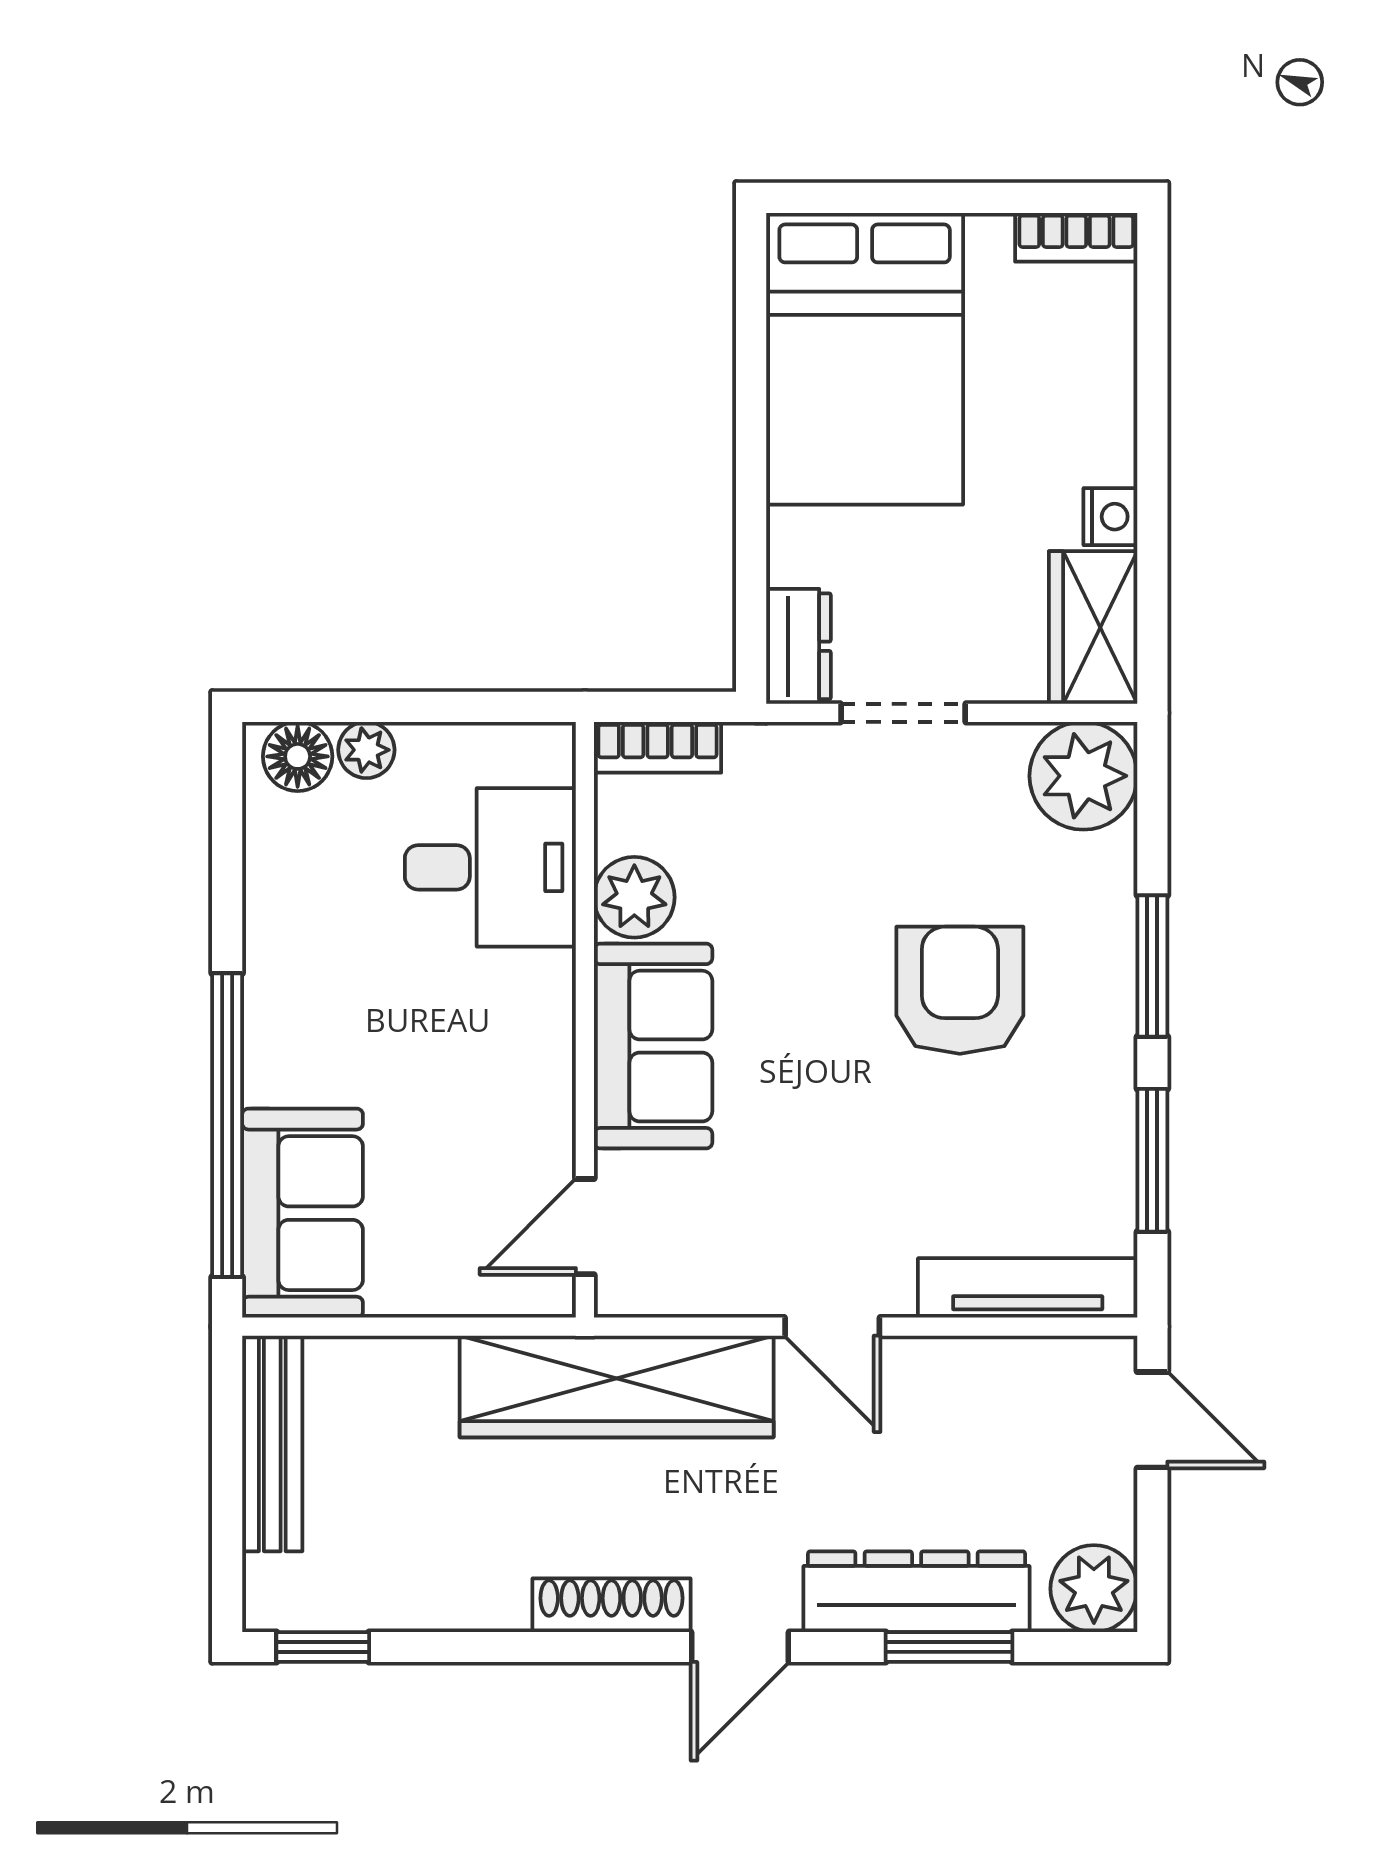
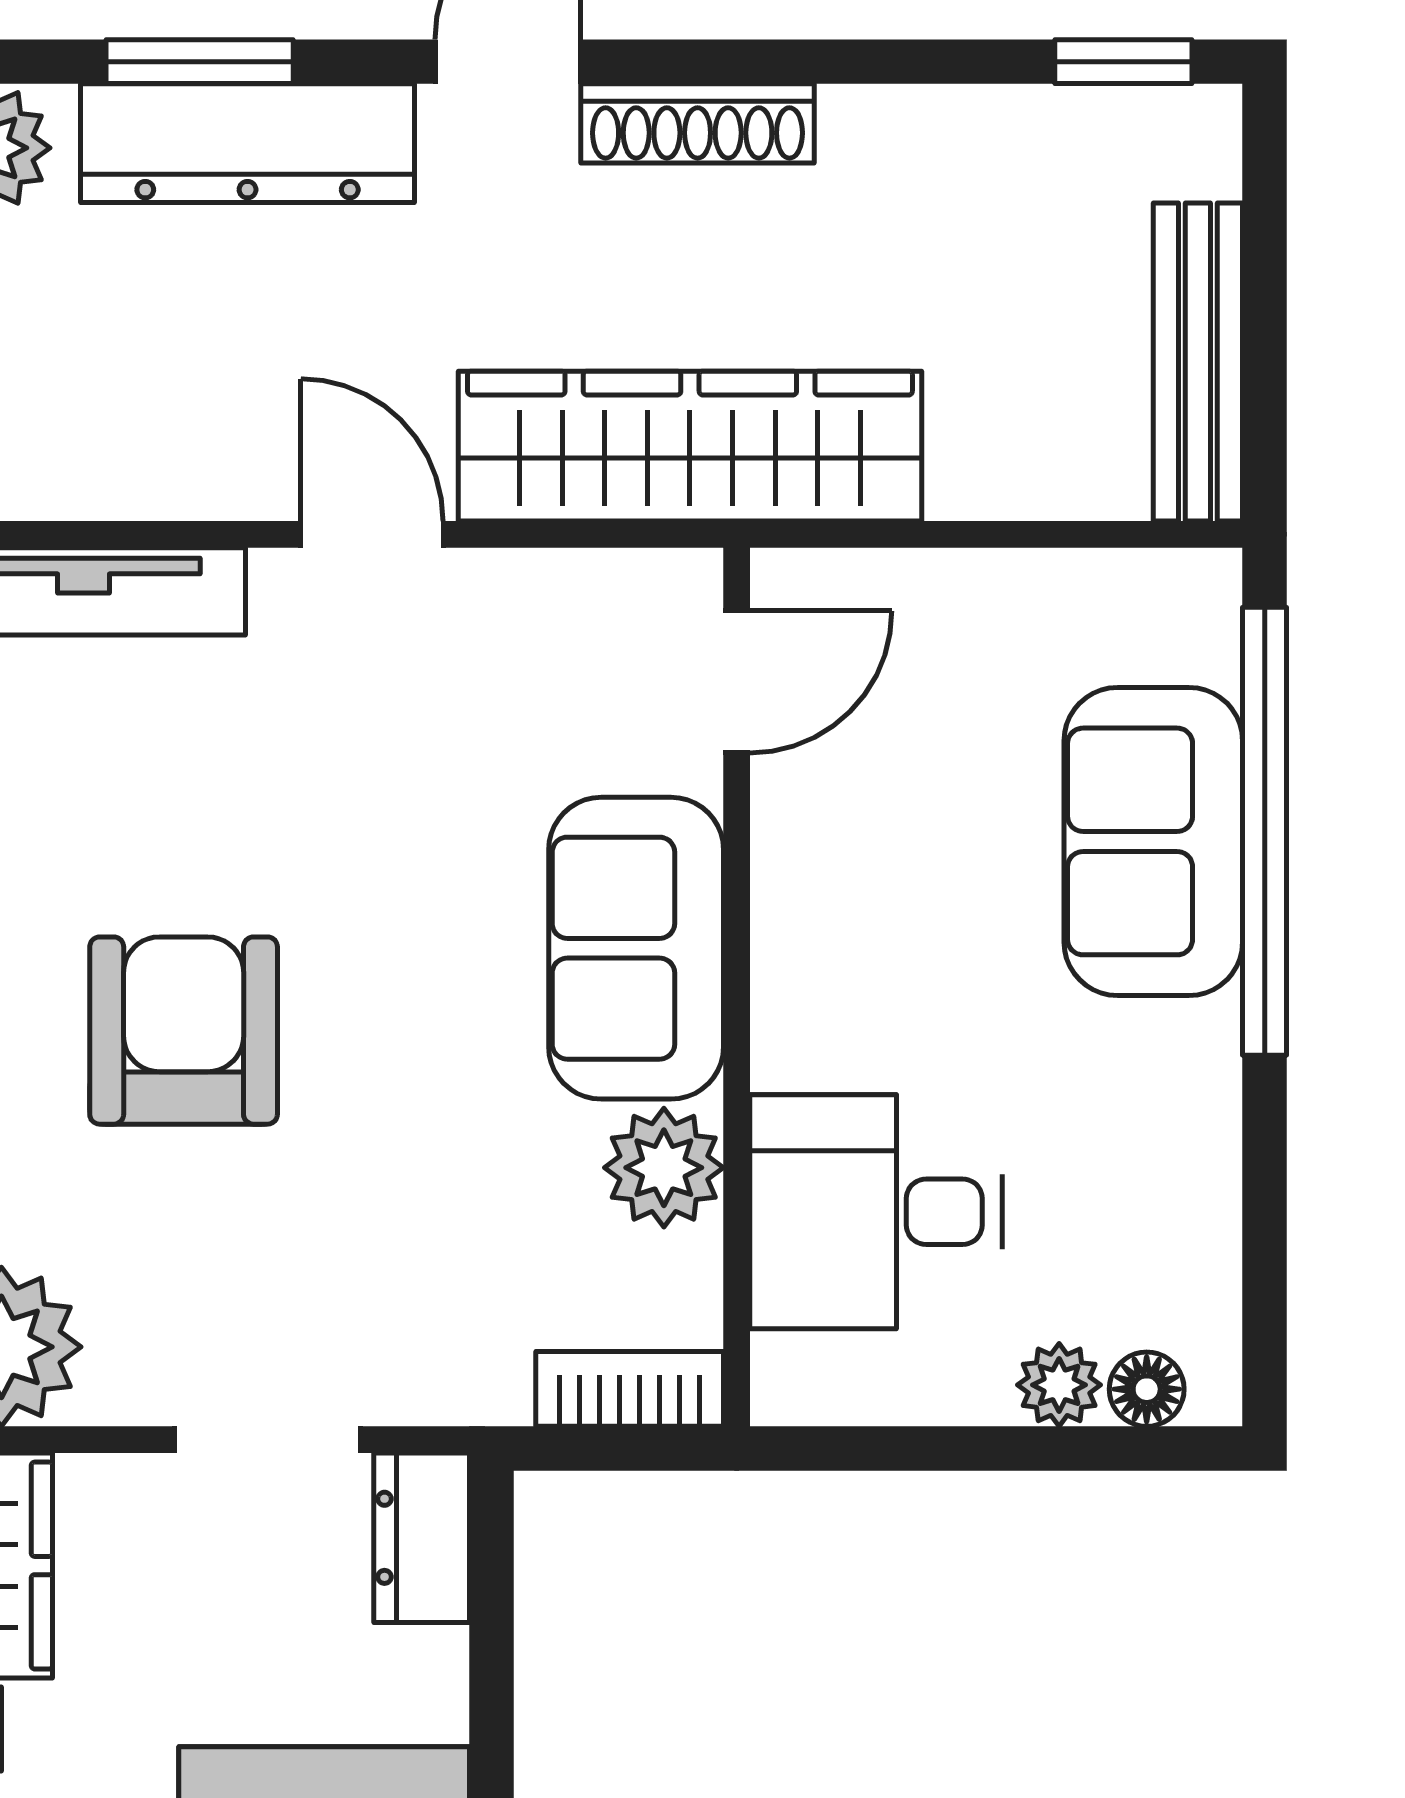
floor lamp: (298, 756) -> (1147, 1389), width x0.73, depth x0.73
armchair: (960, 990) -> (184, 1031), turned 180
sofa: (303, 1213) -> (1153, 841), moved

